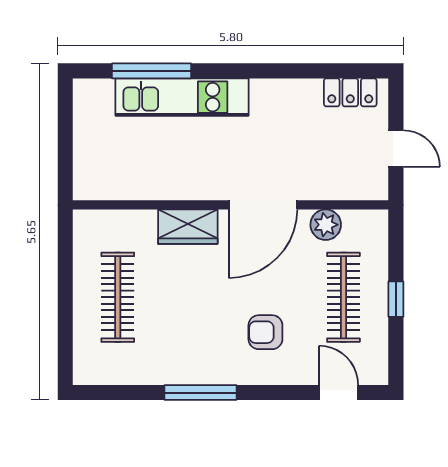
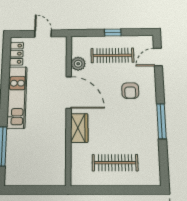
kitchen unit: (182, 97) -> (17, 97), moved
door: (396, 149) -> (43, 34), hinge flipped

